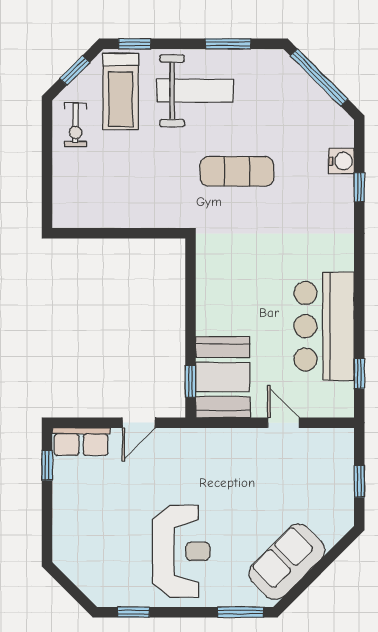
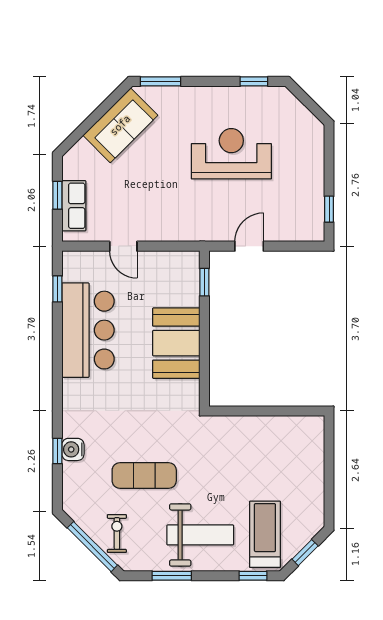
weight bench: (195, 91) -> (200, 535), turned 180
exercise bike: (76, 125) -> (117, 533), moved
water cooler: (341, 161) -> (73, 449), moved
exercise mat: (237, 171) -> (144, 475), moved
booth: (223, 377) -> (176, 343), moved
row of seats: (81, 442) -> (74, 206), moved, turned 90
reception desk: (181, 551) -> (231, 154), moved, turned 90

